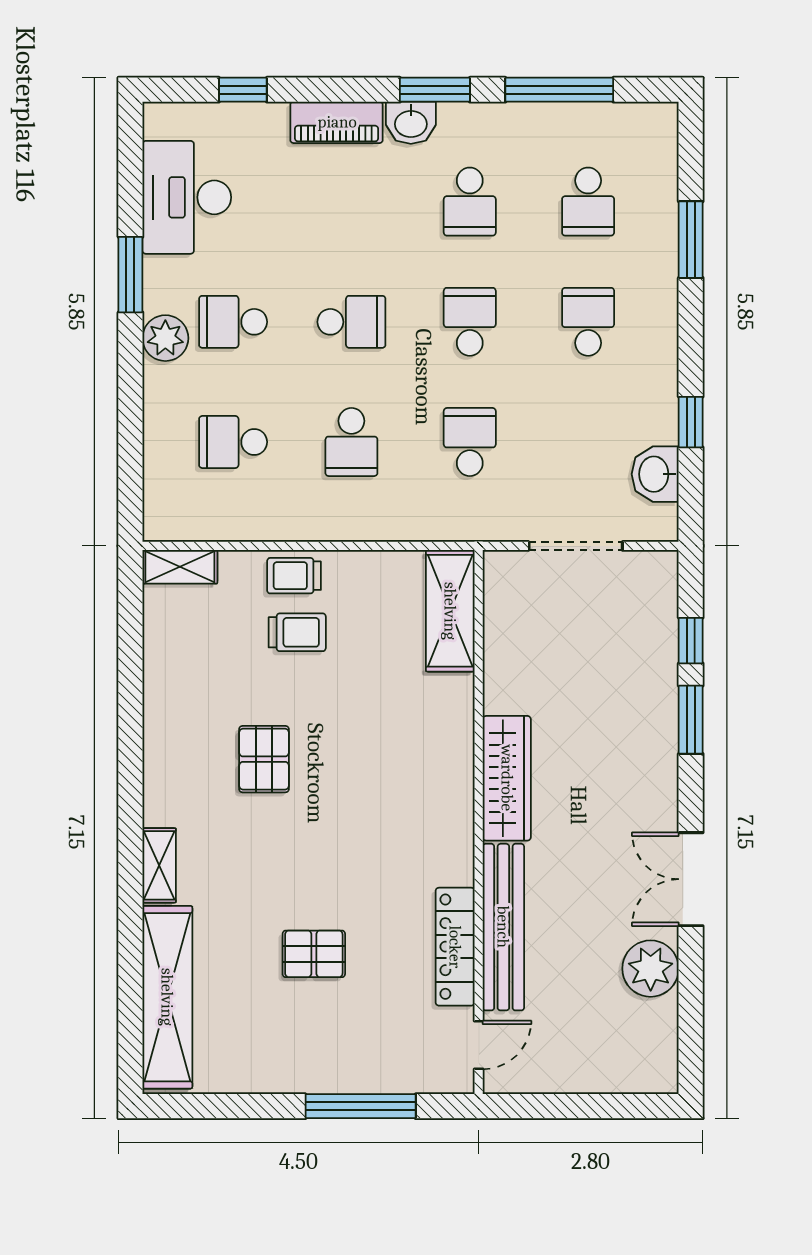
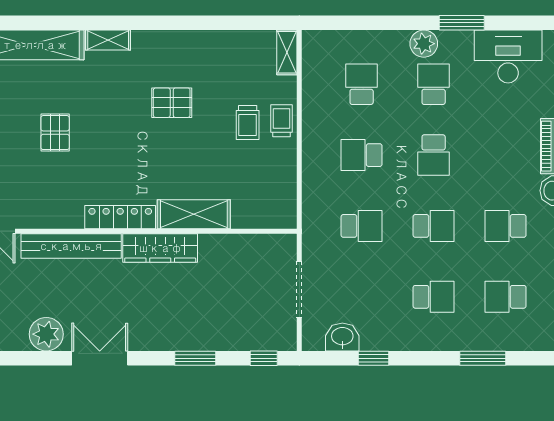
shelving: (450, 611) -> (194, 214), moved
window: (691, 641) -> (264, 358), moved
locker: (455, 947) -> (120, 217), moved

